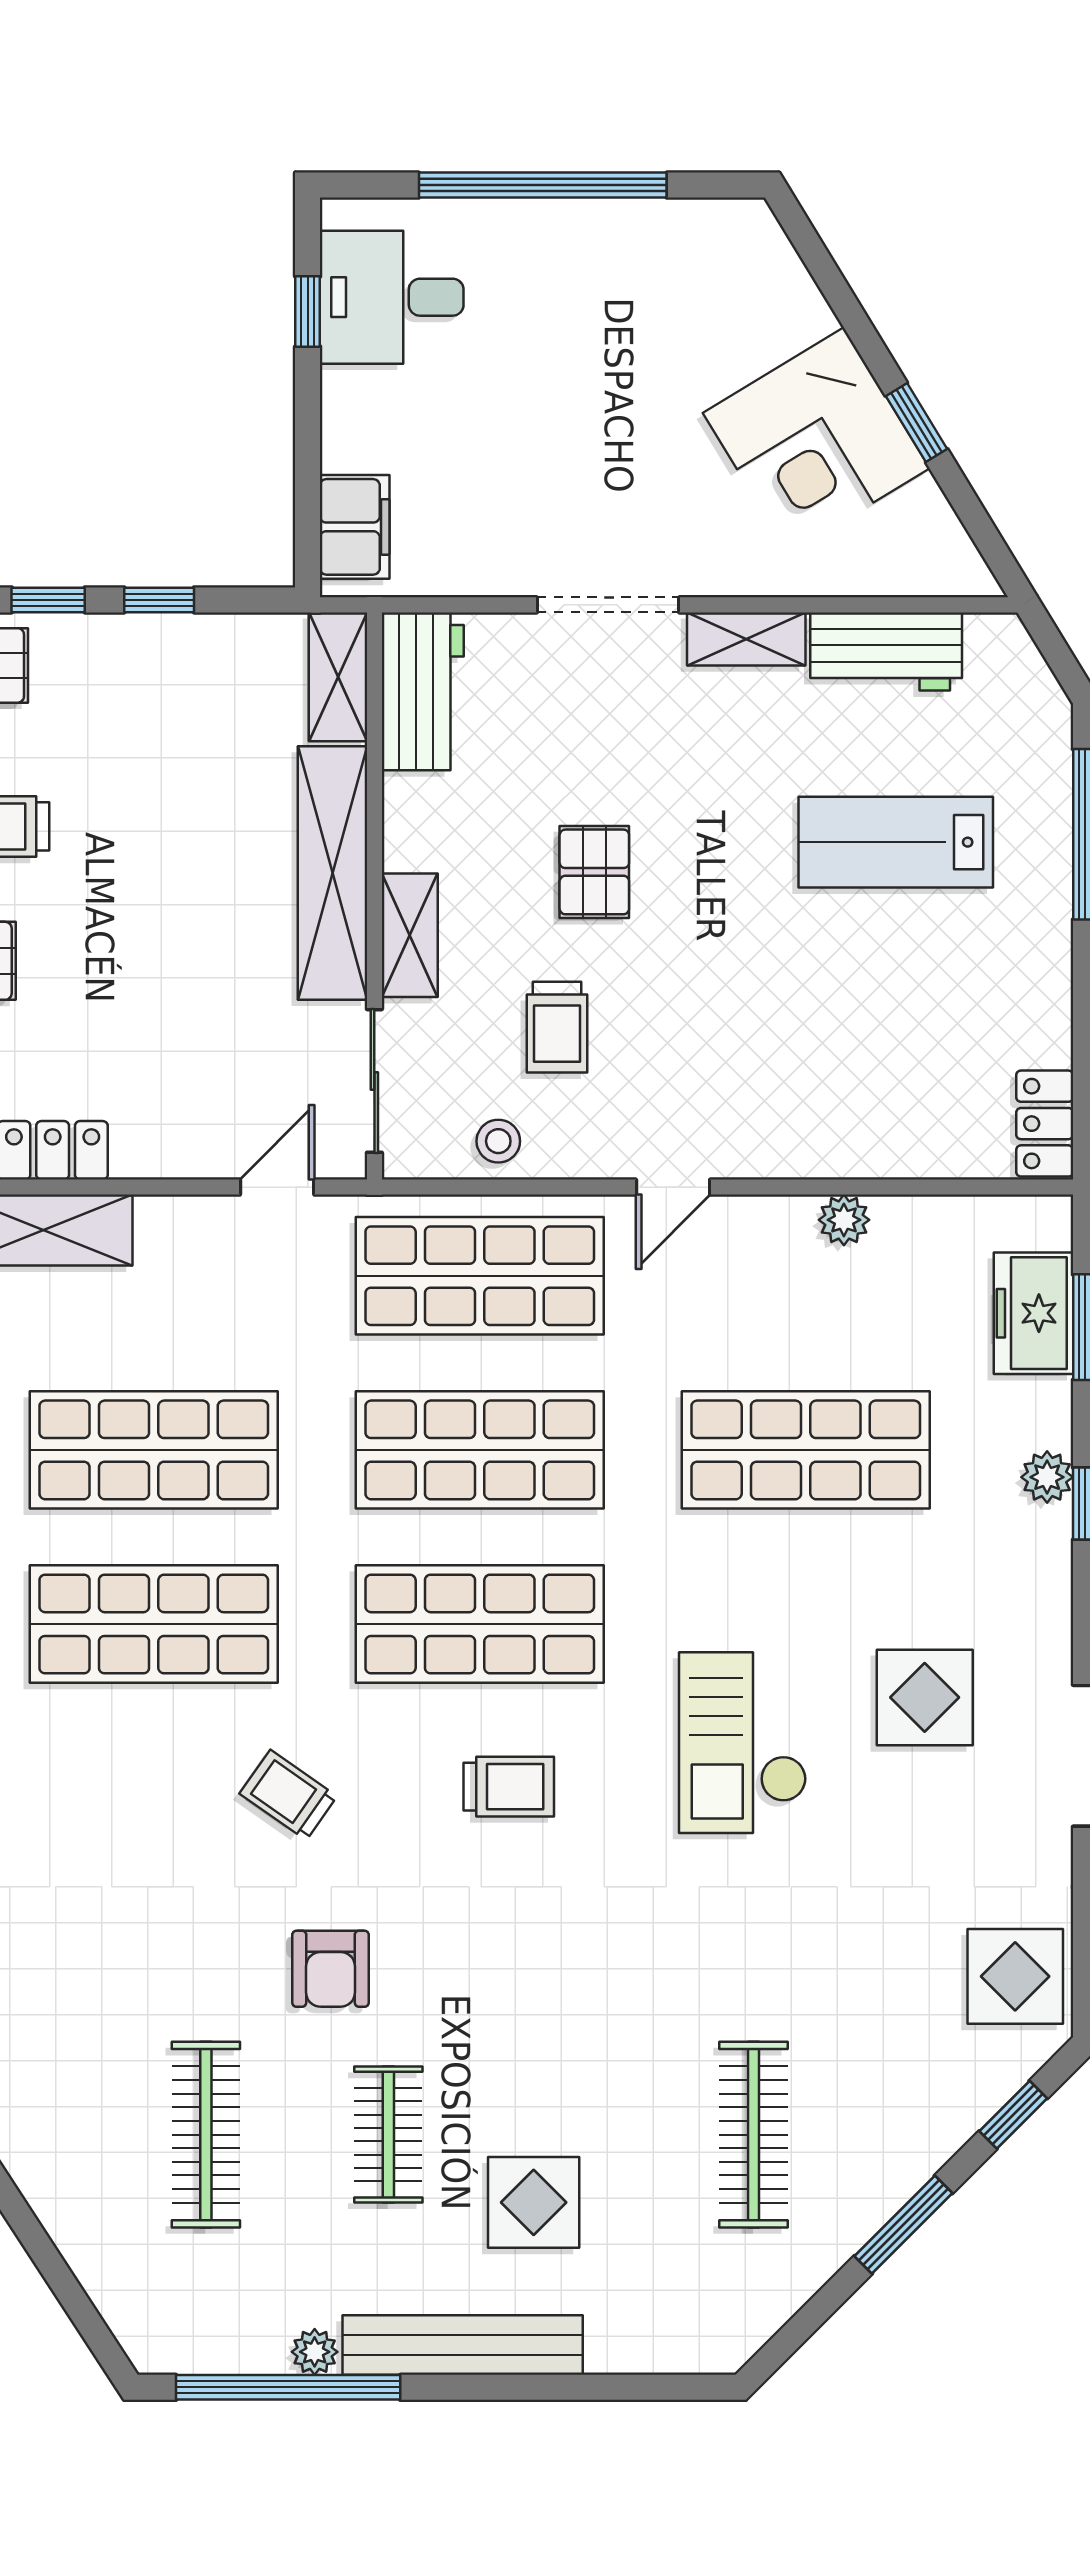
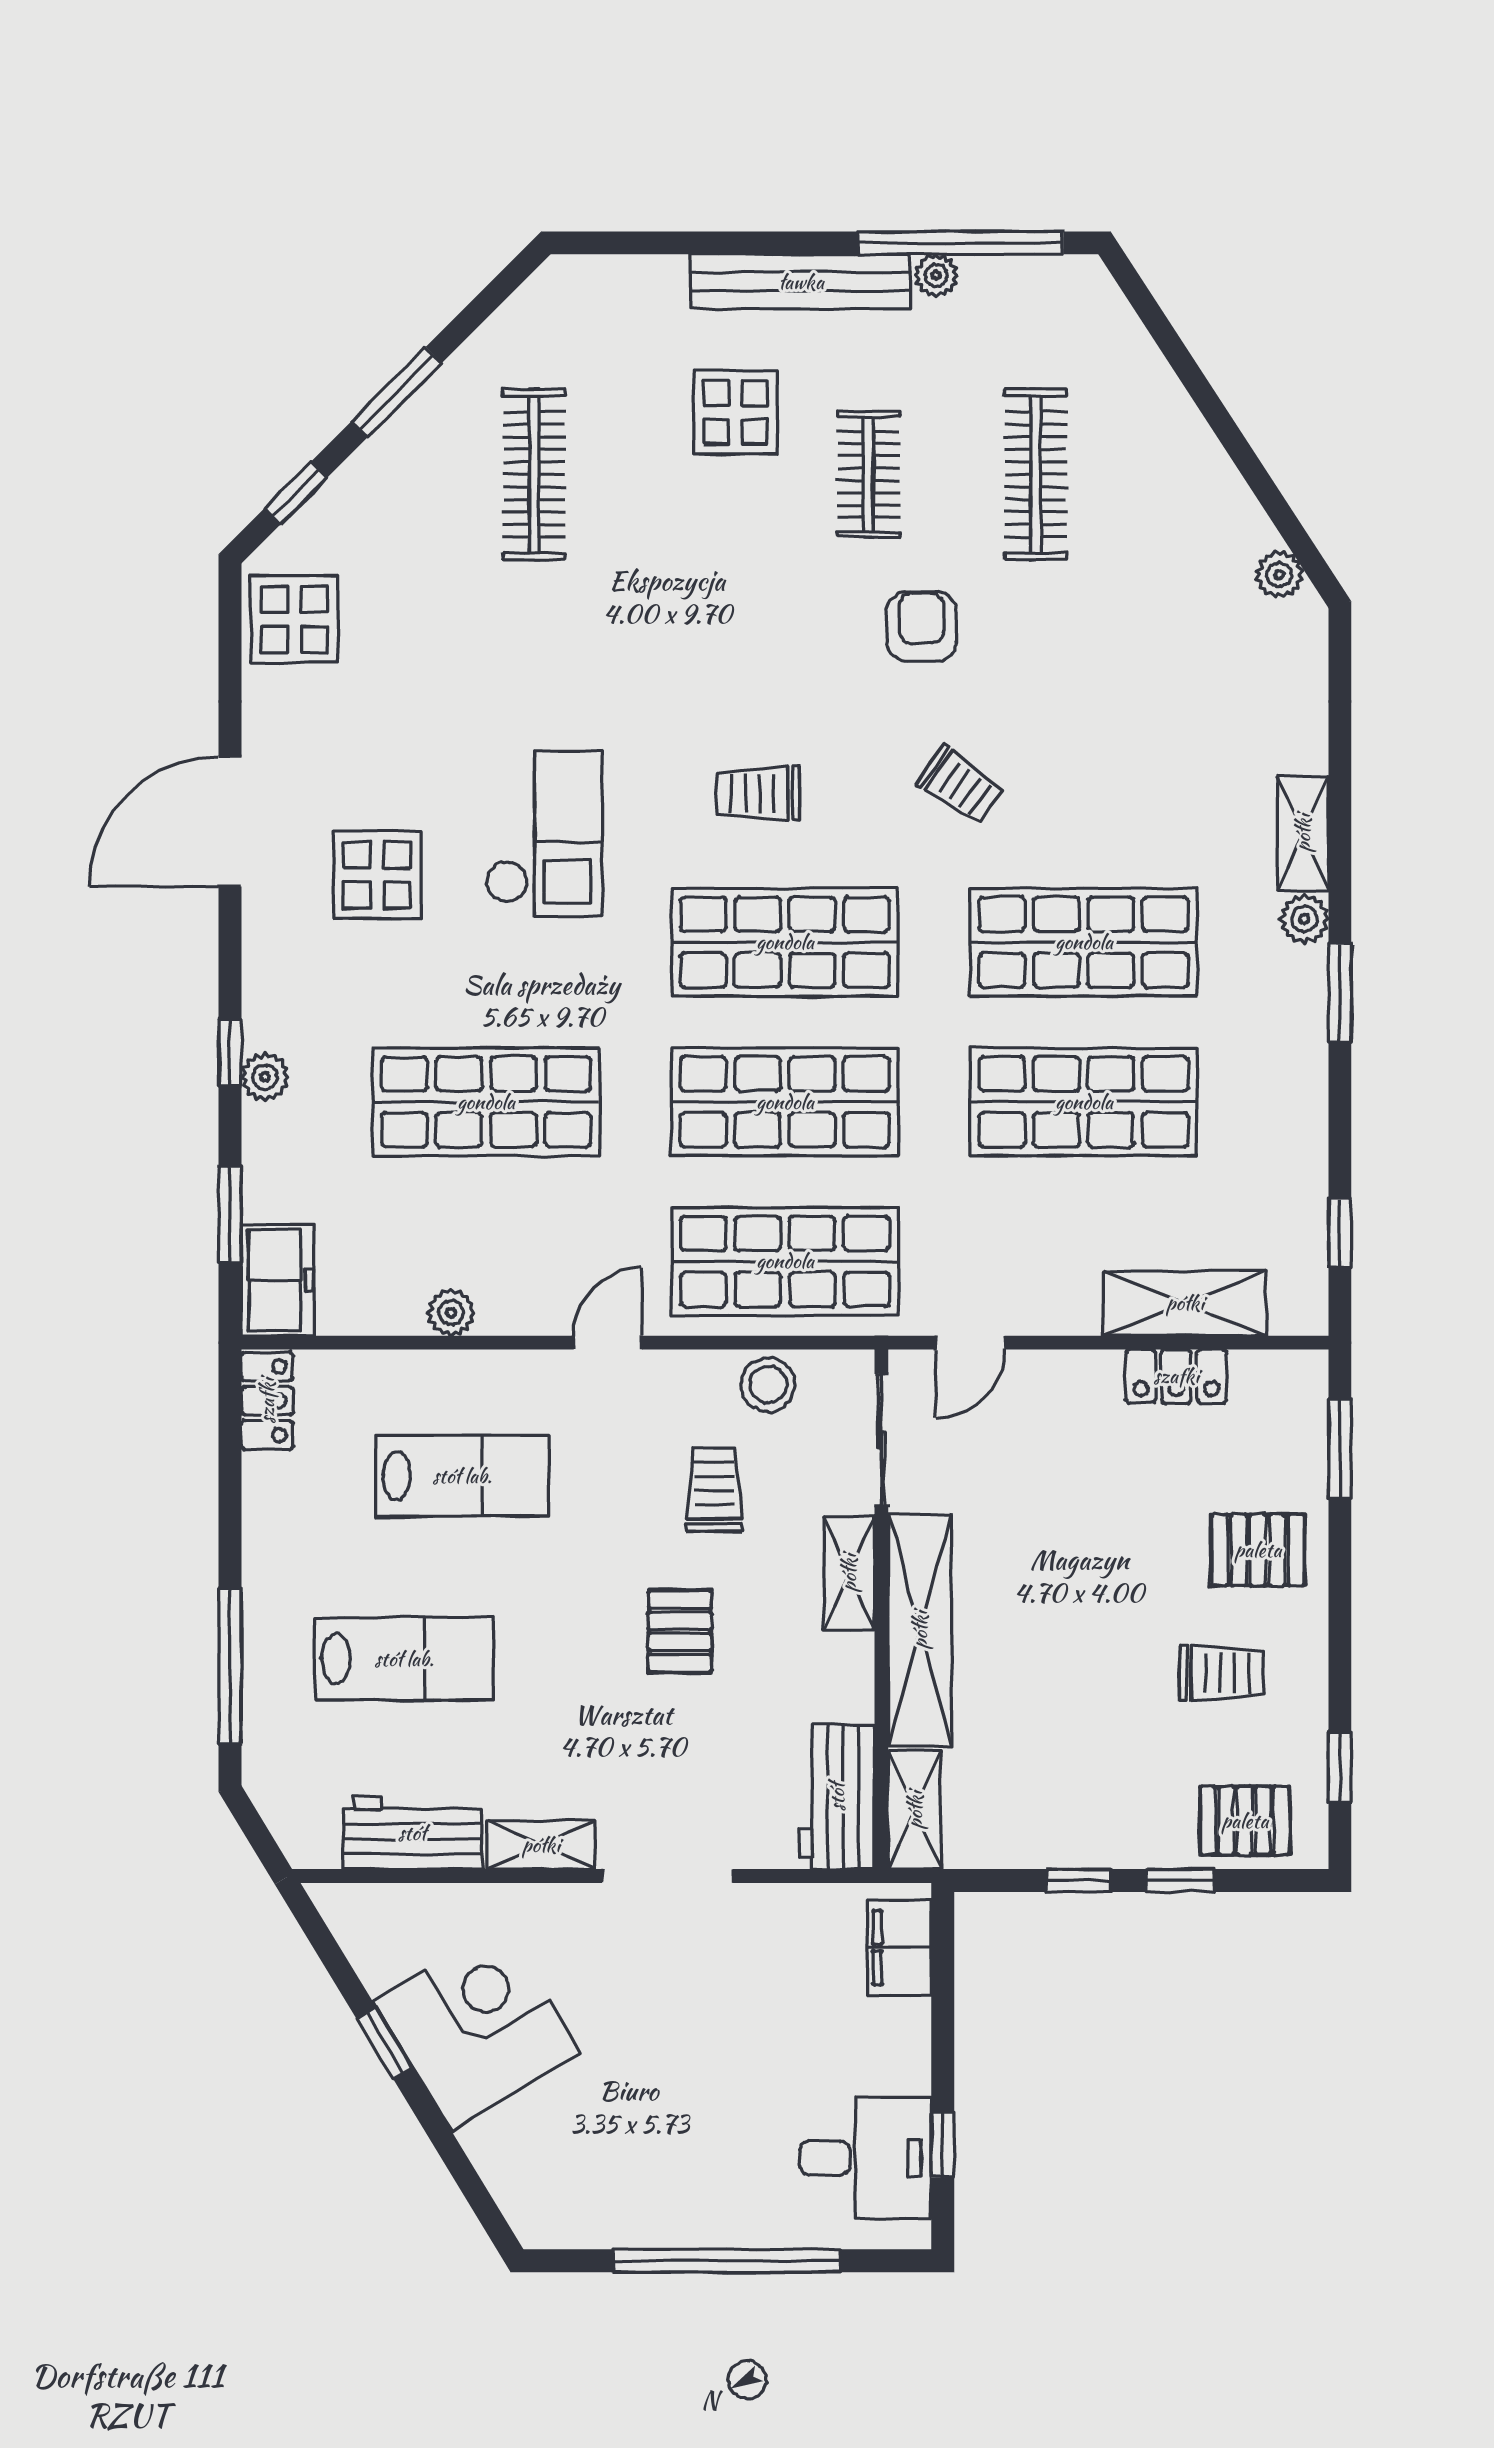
lab bench: (832, 1042) -> (462, 1476), added
stool: (498, 1141) -> (768, 1385), width x1.37, depth x1.37
freezer: (1033, 1313) -> (278, 1280), moved

